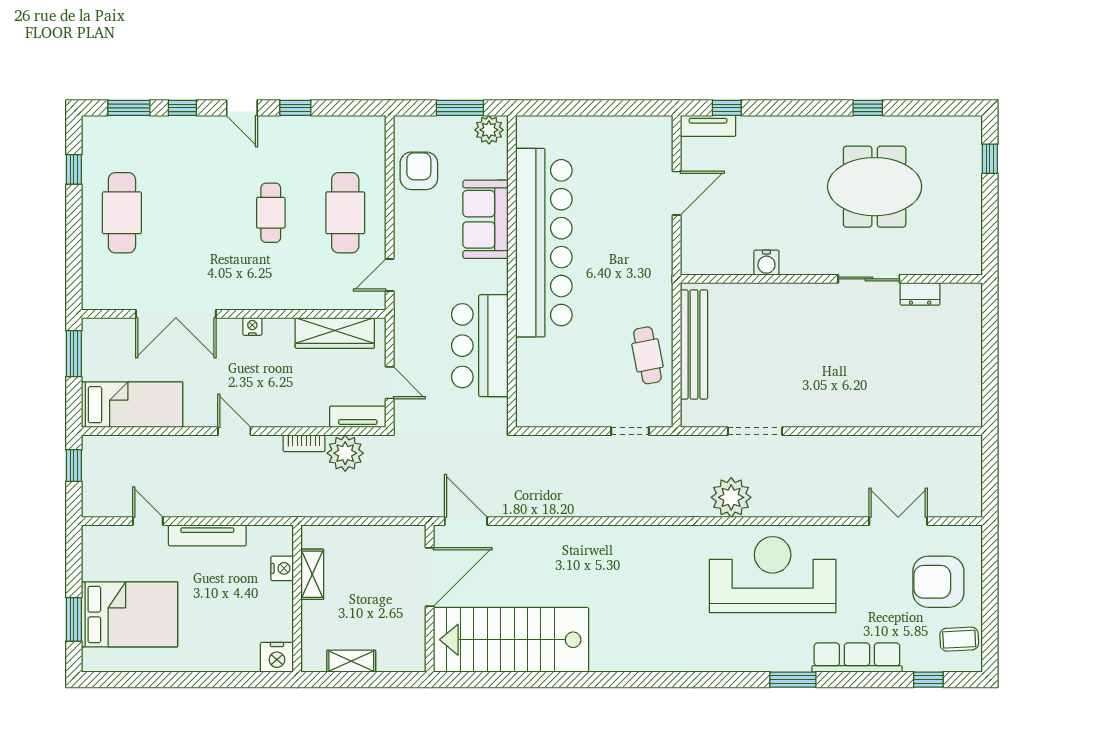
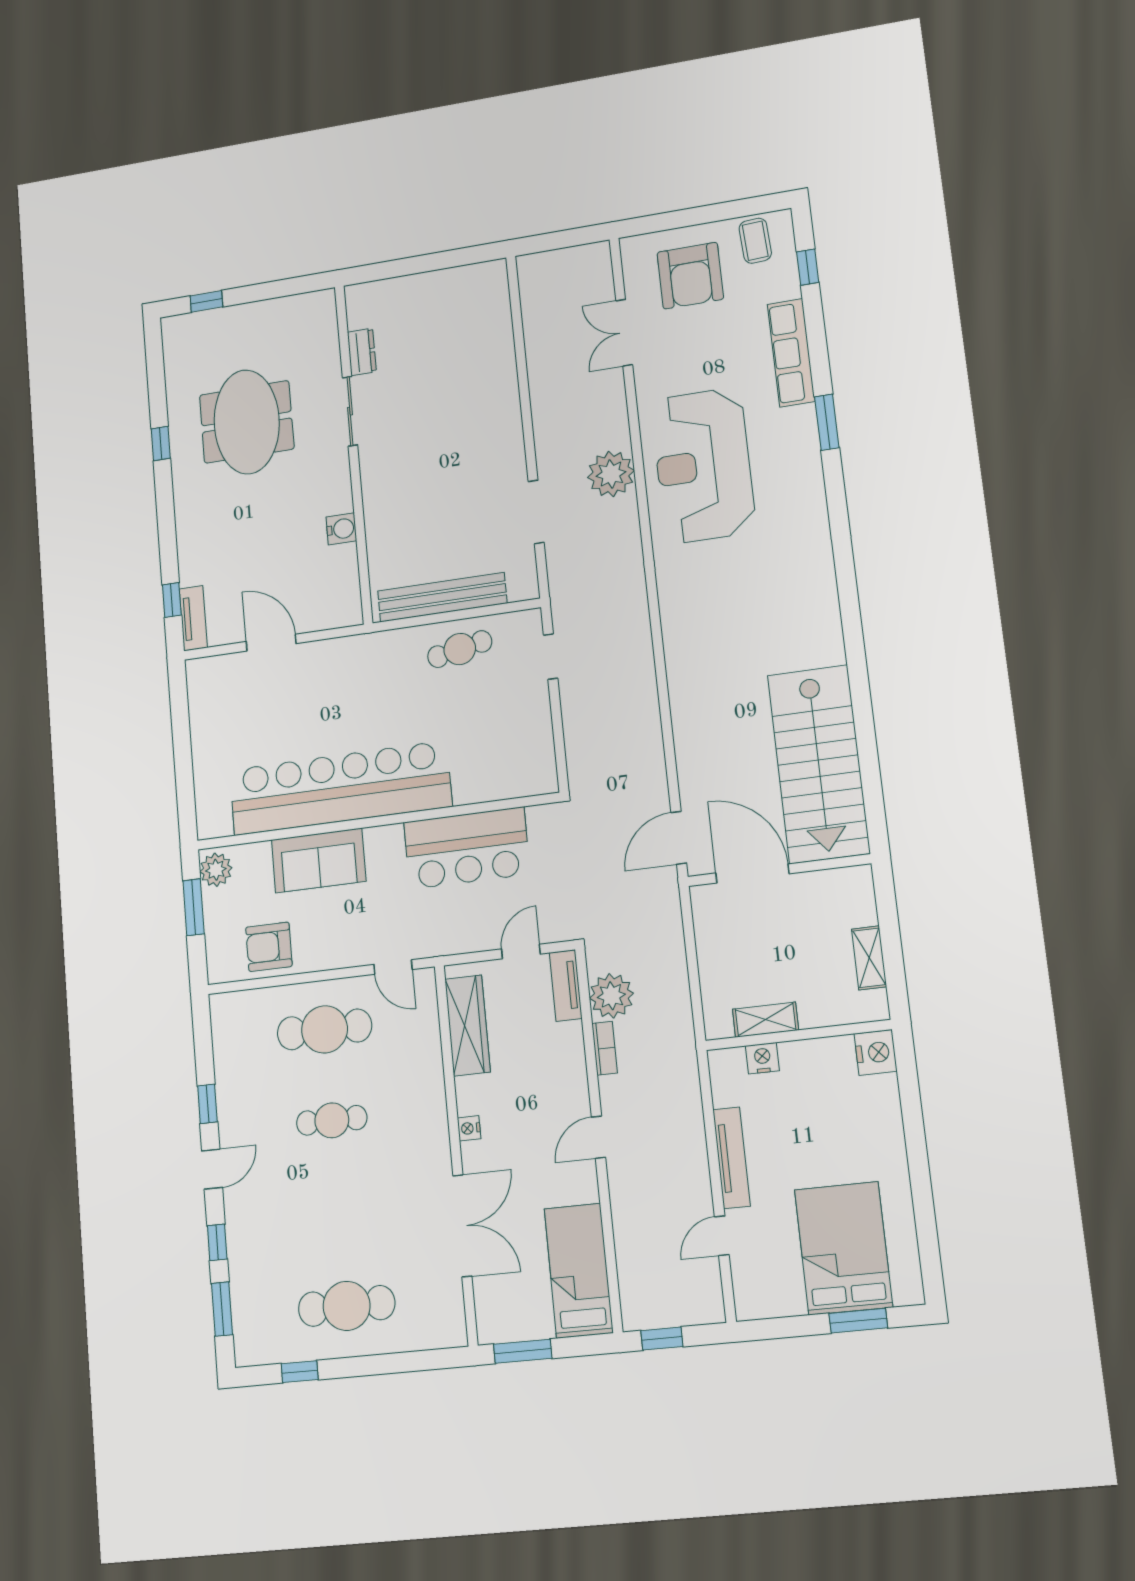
plant: (731, 497) -> (611, 474), moved

